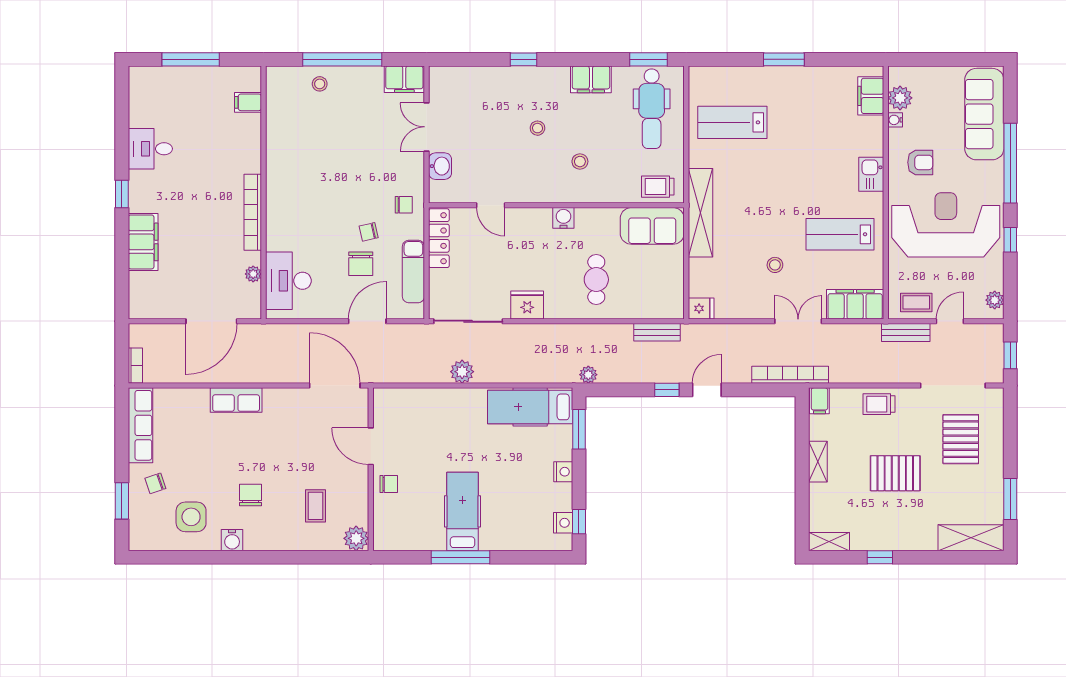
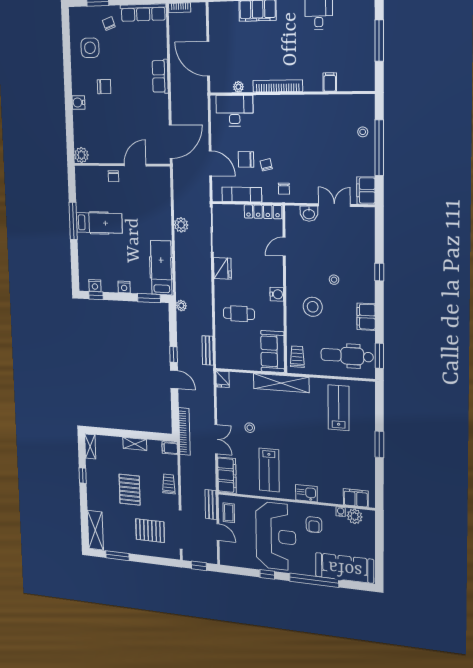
filing cabinet: (248, 102) -> (330, 82), moved
stool: (580, 162) -> (313, 307), width x1.89, depth x1.89
lab bench: (840, 234) -> (269, 470), turned 180
plant: (995, 300) -> (231, 561), removed
coffee table: (316, 506) -> (99, 129), removed
water cooler: (232, 540) -> (78, 102), moved

